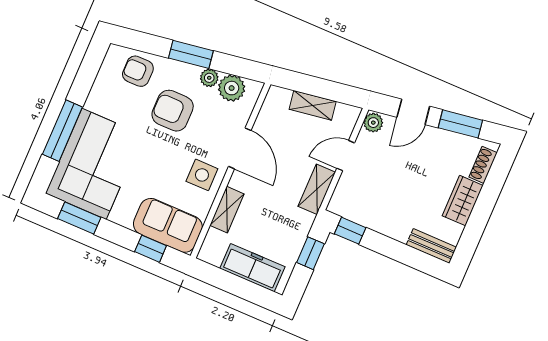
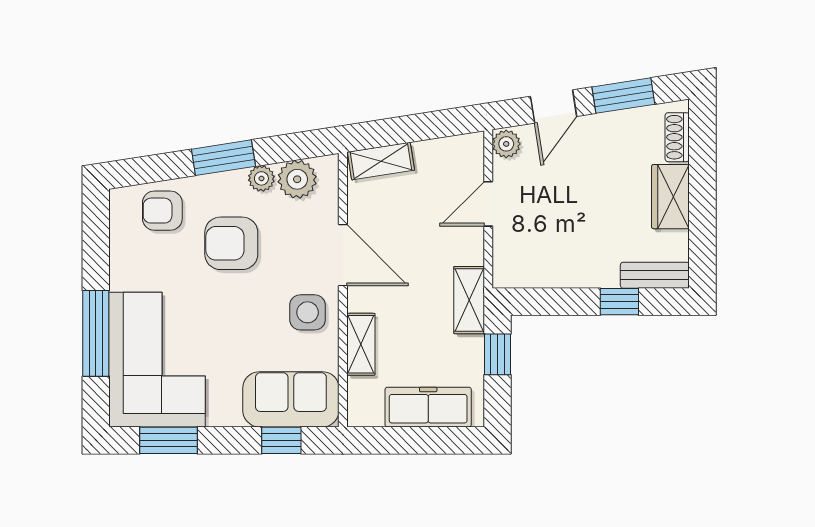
shelving: (313, 105) -> (381, 161), moved
shelving: (317, 189) -> (469, 300), moved
window: (350, 231) -> (619, 302), moved

